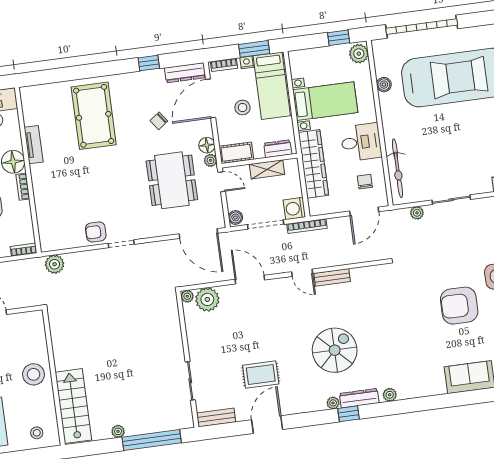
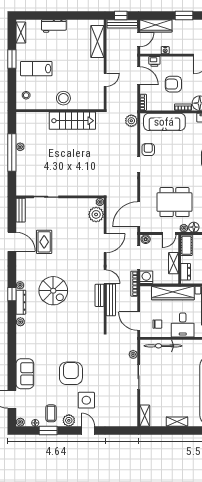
sofa: (49, 213) -> (164, 122), added
bench: (337, 259) -> (111, 300), added
door: (302, 273) -> (105, 277), swing flipped
stairs: (73, 406) -> (72, 121), moved
window: (152, 440) -> (12, 152), moved

